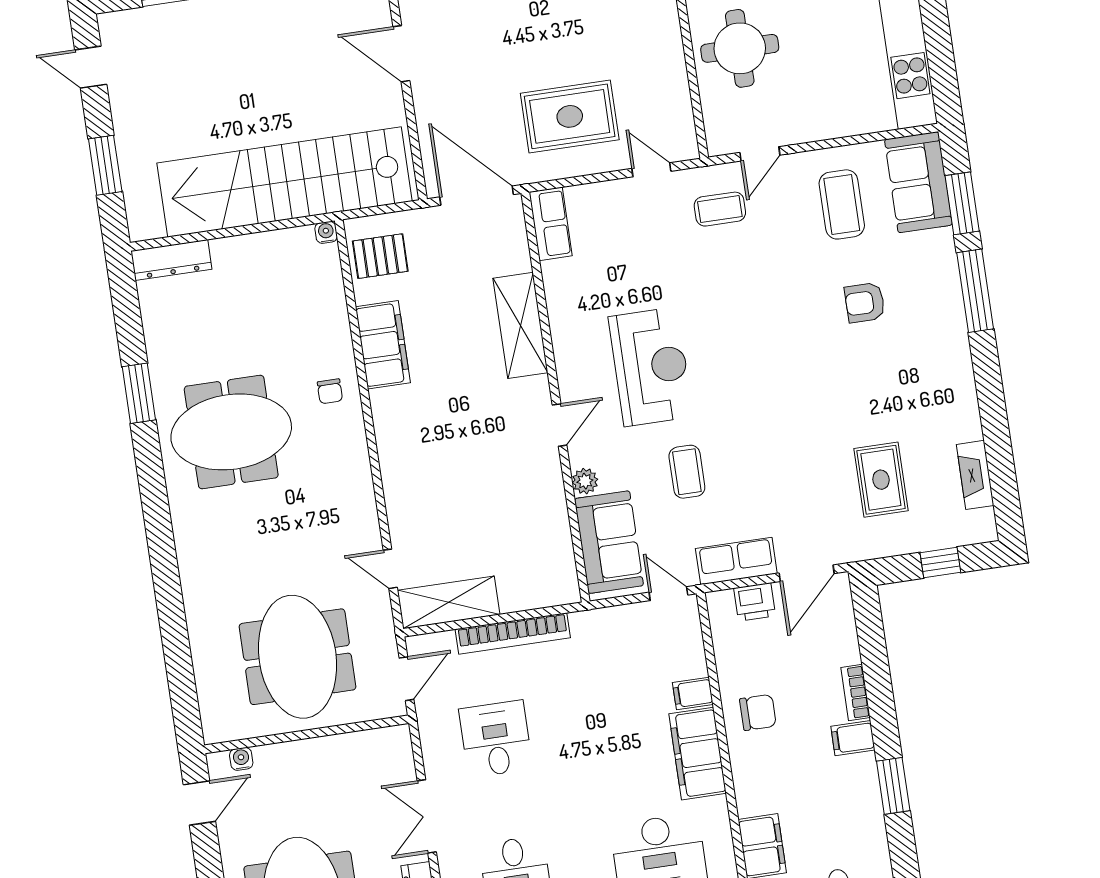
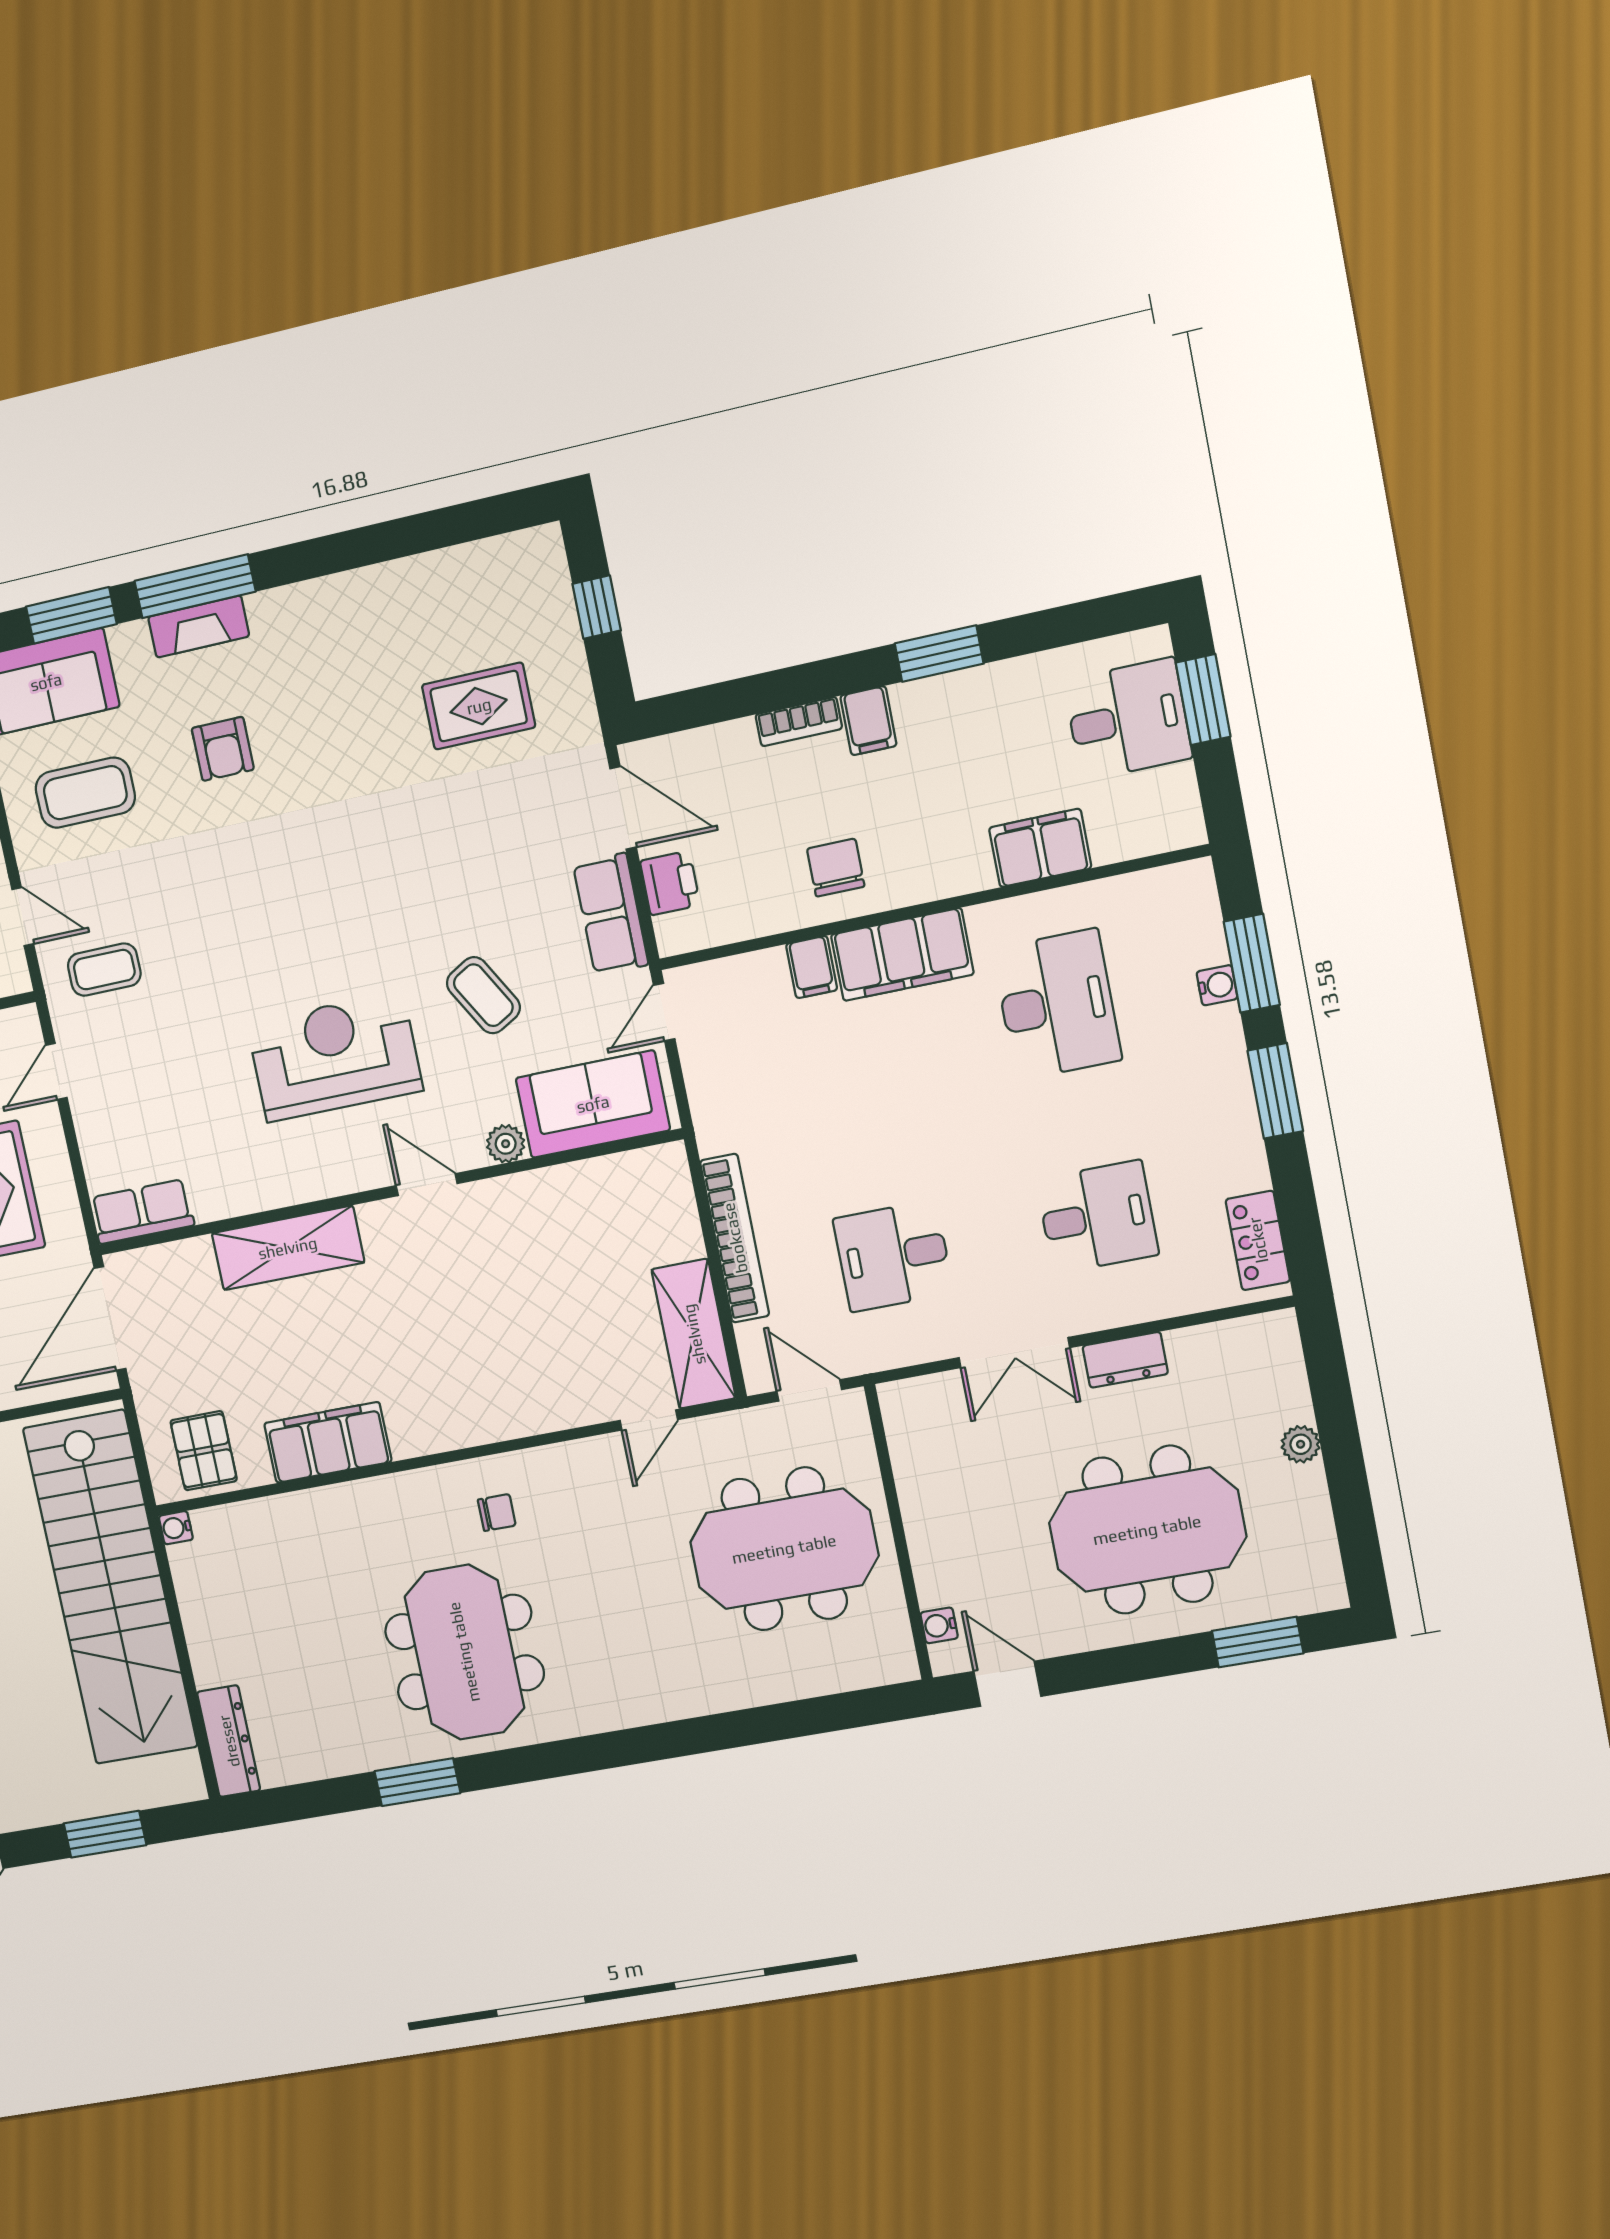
coffee table: (720, 209) -> (104, 970), turned 90
chair: (330, 391) -> (497, 1513), moved
coffee table: (687, 472) -> (483, 995), turned 60
fireplace: (975, 475) -> (199, 627), moved

